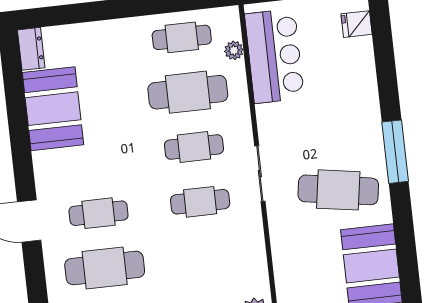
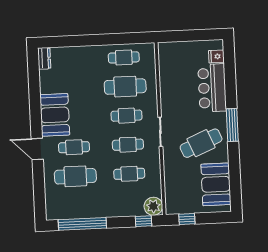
plant: (234, 50) -> (151, 66), removed
bar counter: (274, 56) -> (212, 88), moved, turned 180
booth: (53, 109) -> (55, 115), moved
cafe table: (338, 190) -> (201, 143), turned -32
cafe table: (206, 257) -> (129, 174), added

